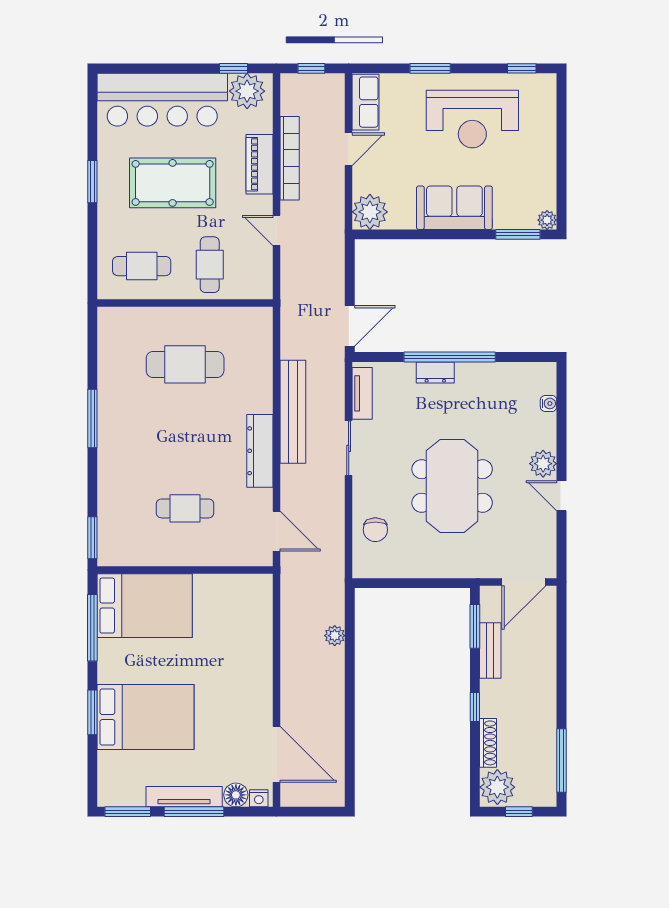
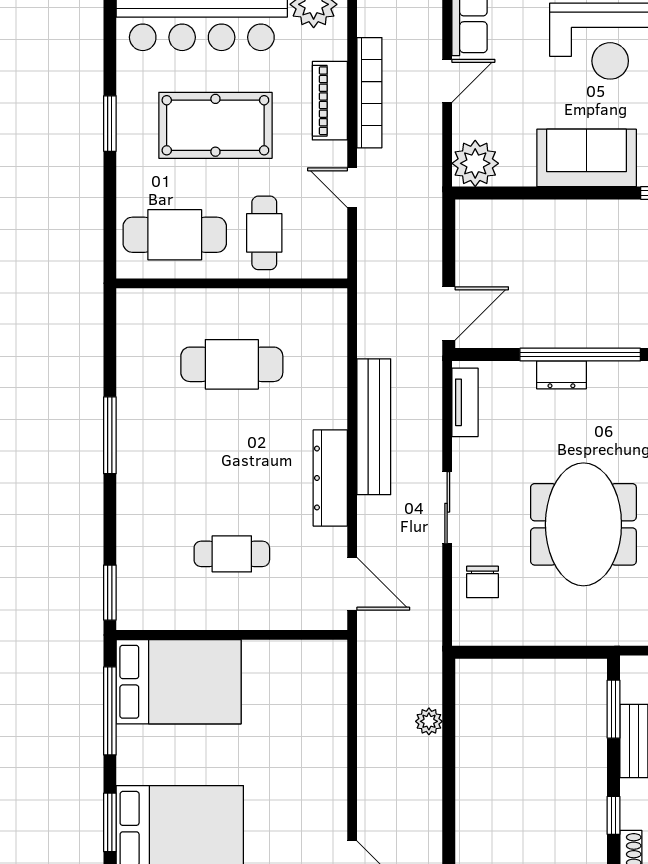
cafe table: (142, 266) -> (175, 235), width x1.37, depth x1.35
sliding door: (349, 448) -> (447, 508), moved

